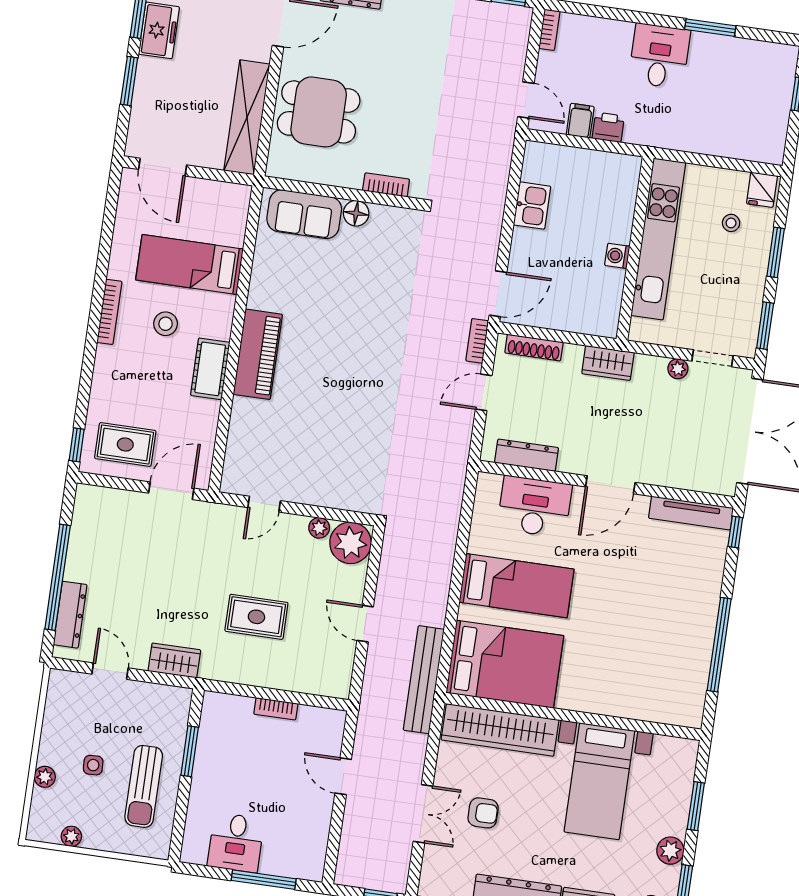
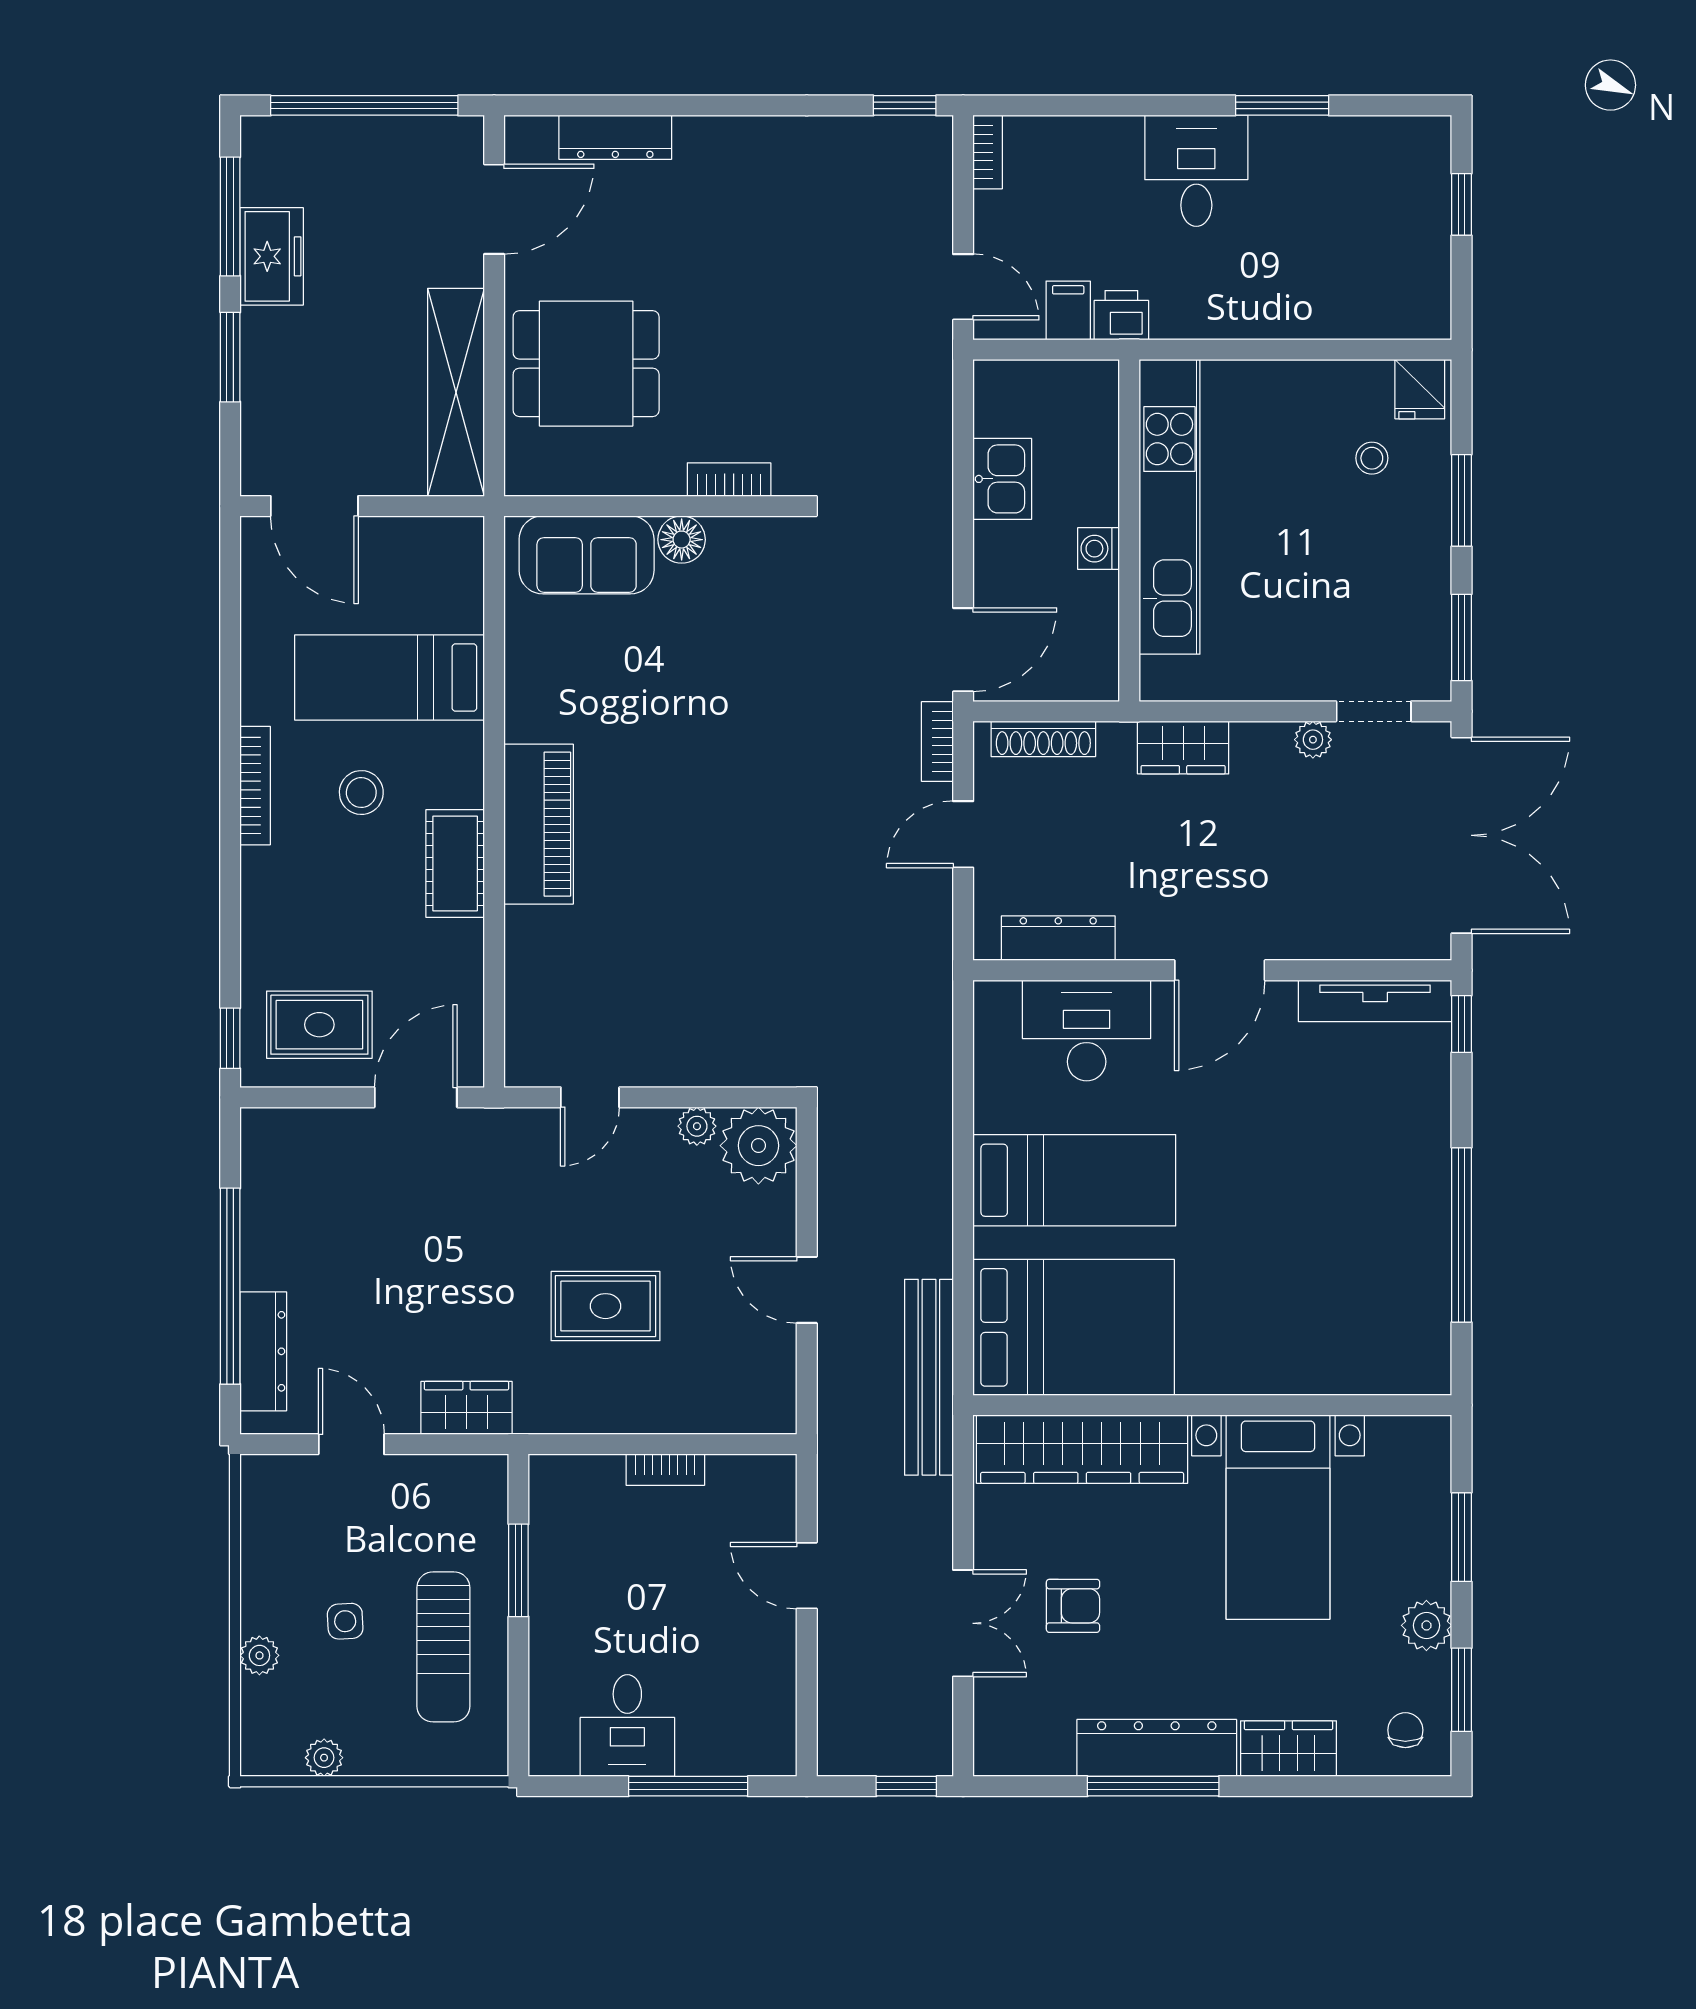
kitchen unit: (658, 239) -> (1169, 507), moved
wall: (635, 249) -> (1129, 531), moved
washing machine: (617, 256) -> (1099, 549), moved

